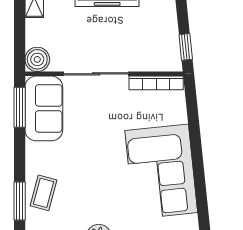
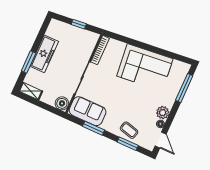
window: (186, 47) -> (79, 24), moved
window: (20, 107) -> (93, 128), moved

